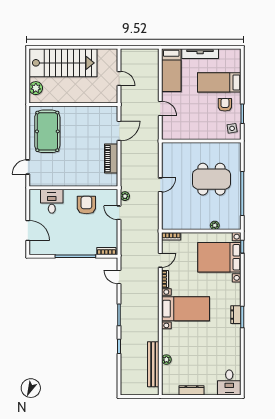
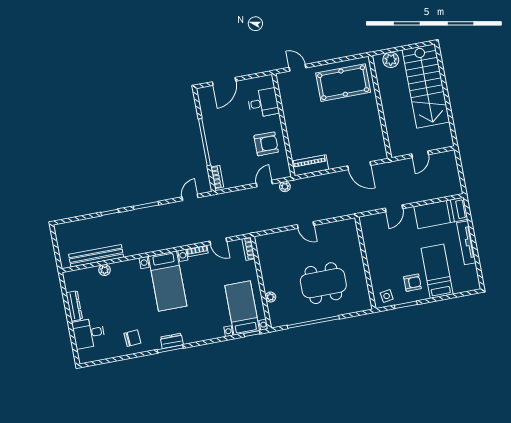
piano: (111, 159) -> (310, 165), moved
dining table: (211, 179) -> (323, 283), turned 90
bed with nightstands: (219, 257) -> (242, 308), width x0.73
chair: (228, 347) -> (132, 338), added
desk: (229, 383) -> (89, 333), moved

